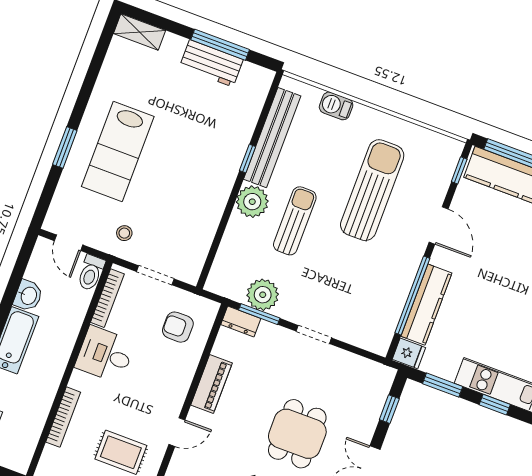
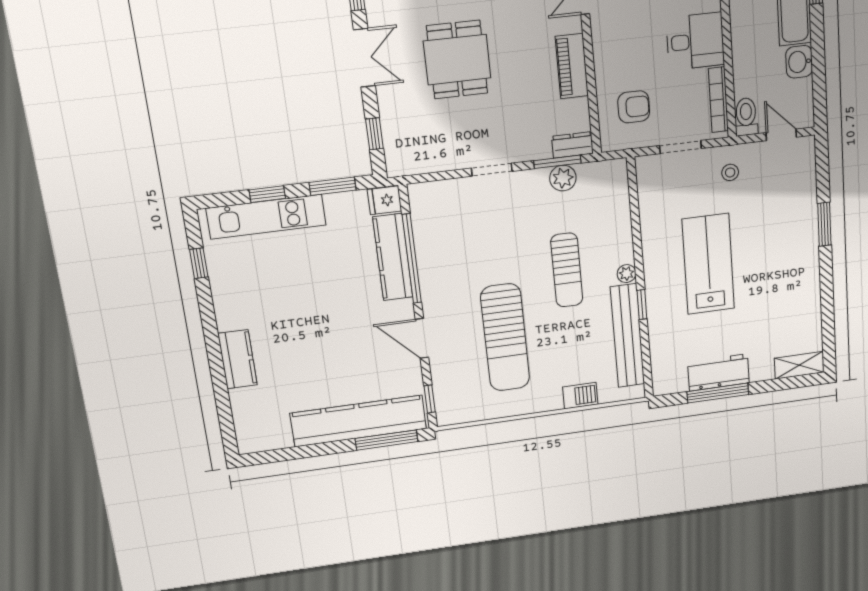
lab bench: (118, 151) -> (708, 264), moved
plant: (252, 202) -> (627, 274), width x0.53, depth x0.53
plant: (263, 295) -> (563, 178), width x0.73, depth x0.73

